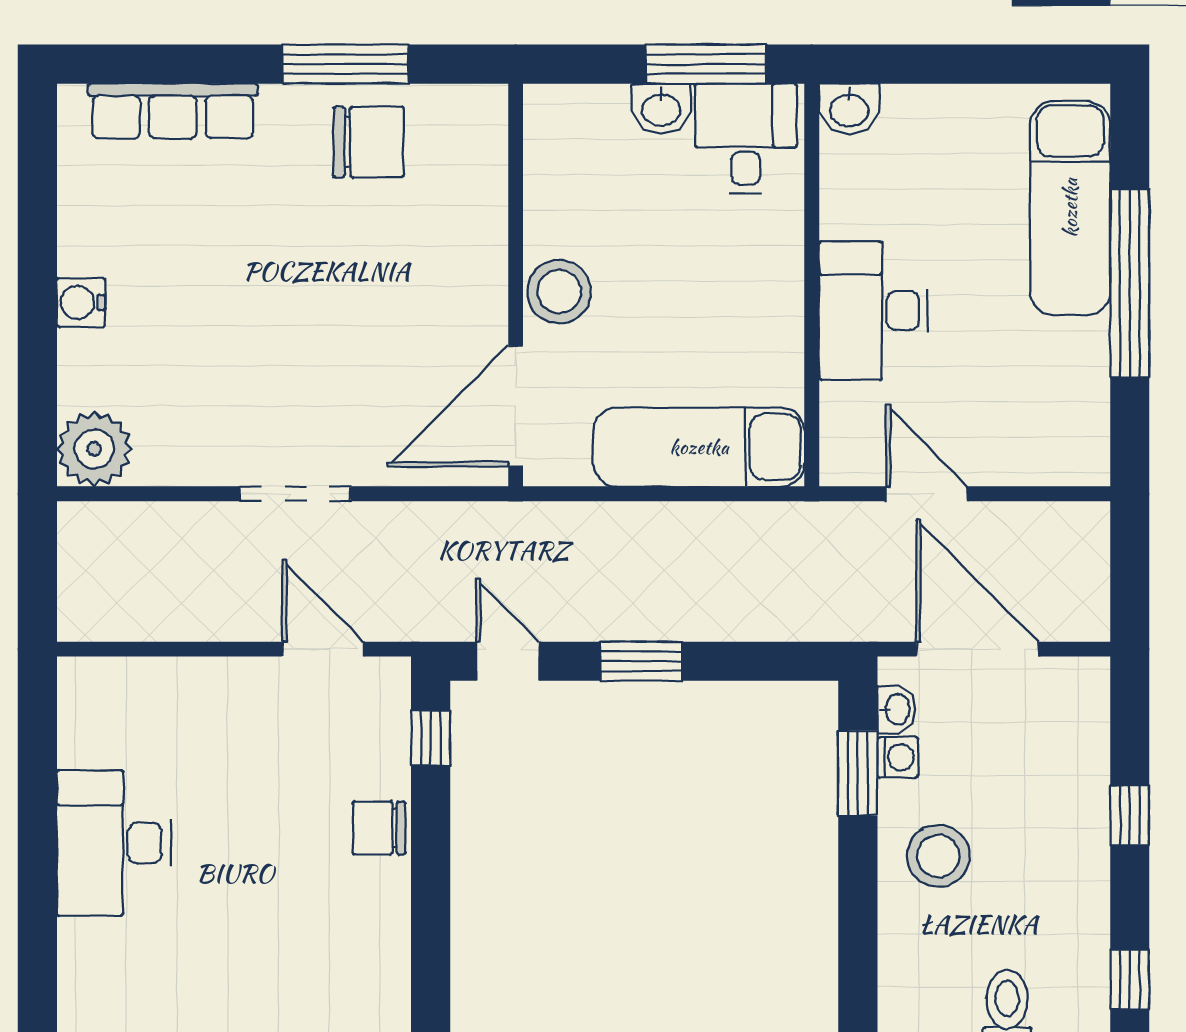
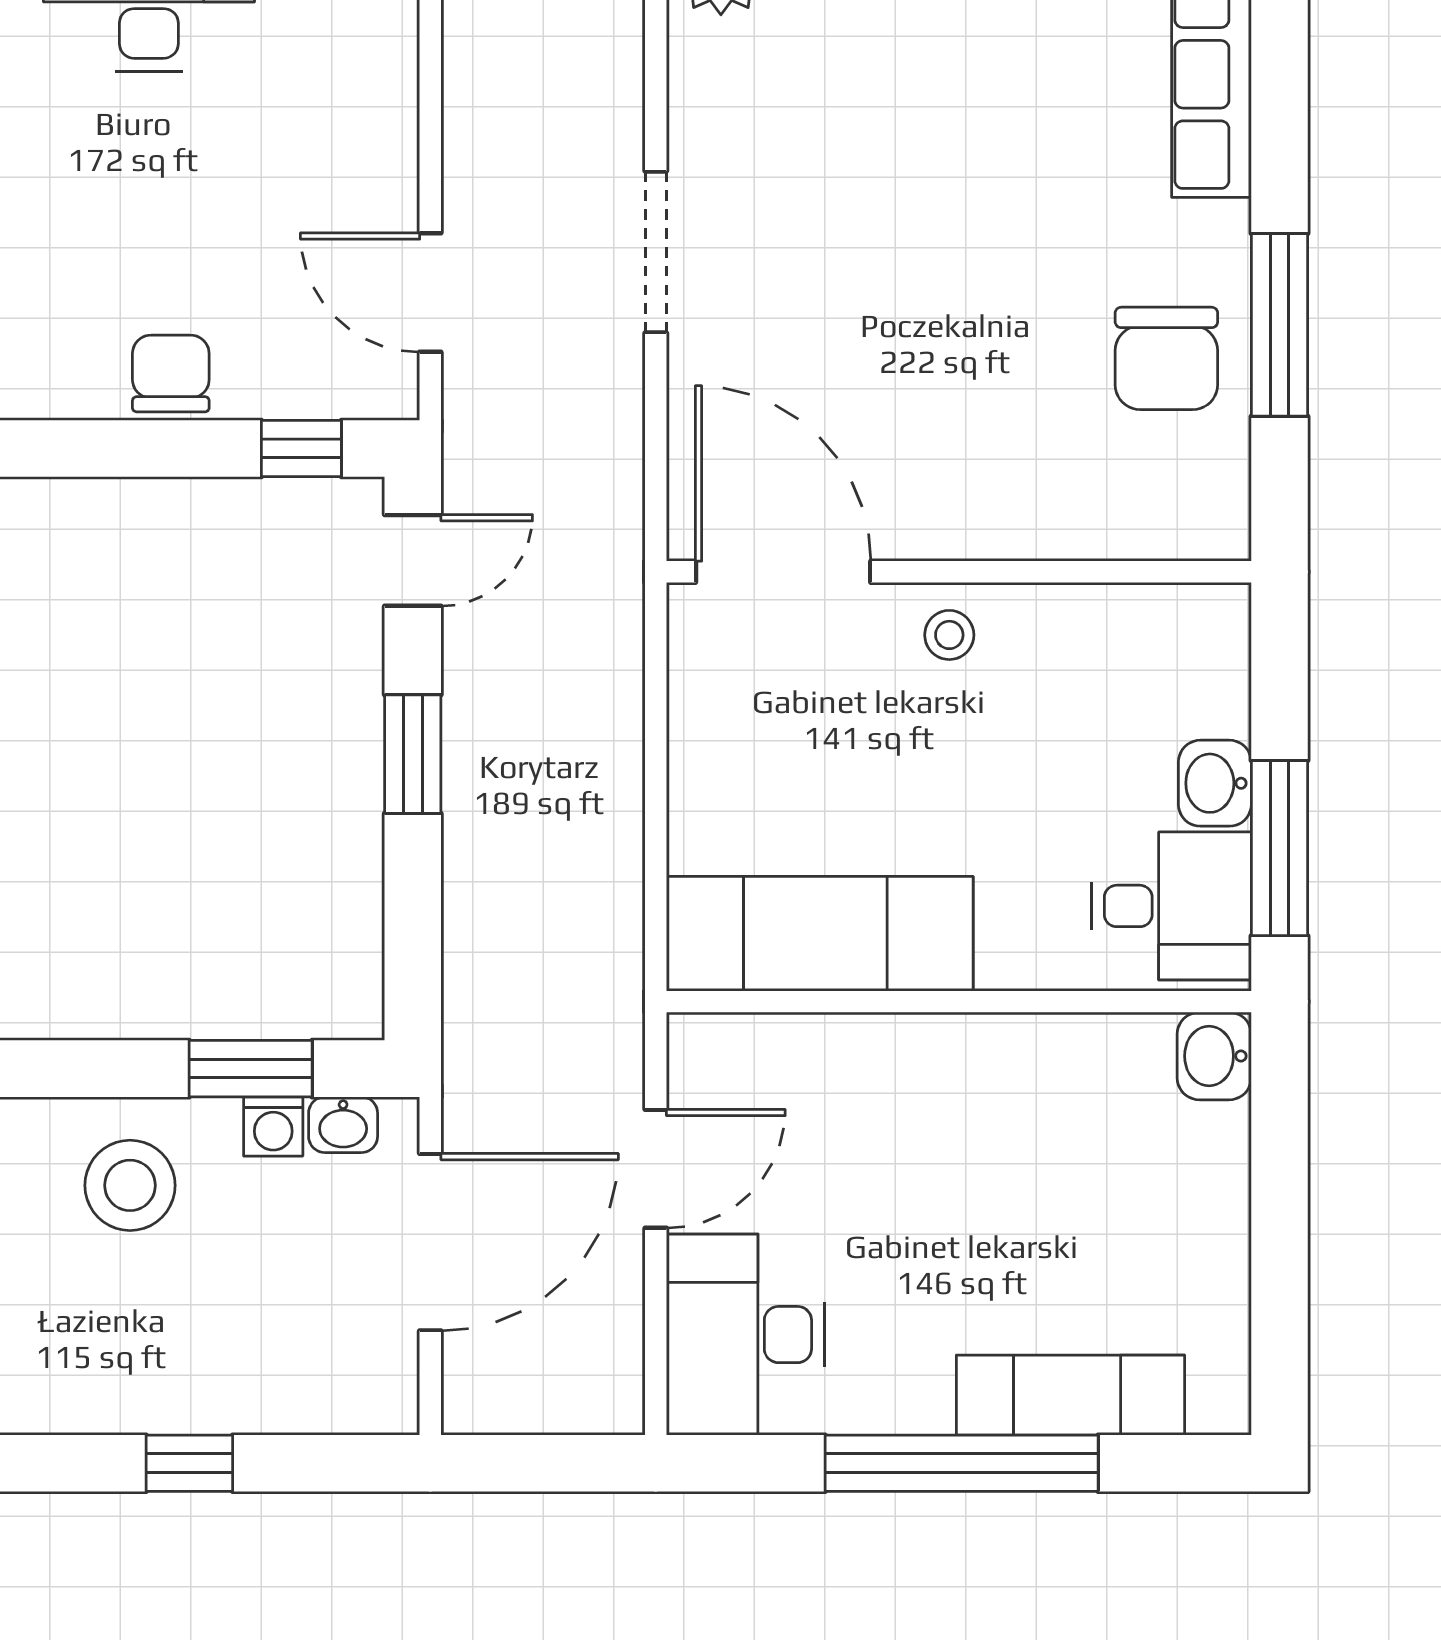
exam couch: (1070, 208) -> (1070, 1395), width x0.73, depth x0.69
stool: (559, 292) -> (949, 635), width x0.53, depth x0.53
desk: (873, 311) -> (745, 1335), moved, turned -90
exam couch: (699, 447) -> (820, 934), moved, turned -90
door: (323, 649) -> (430, 293), swing flipped

